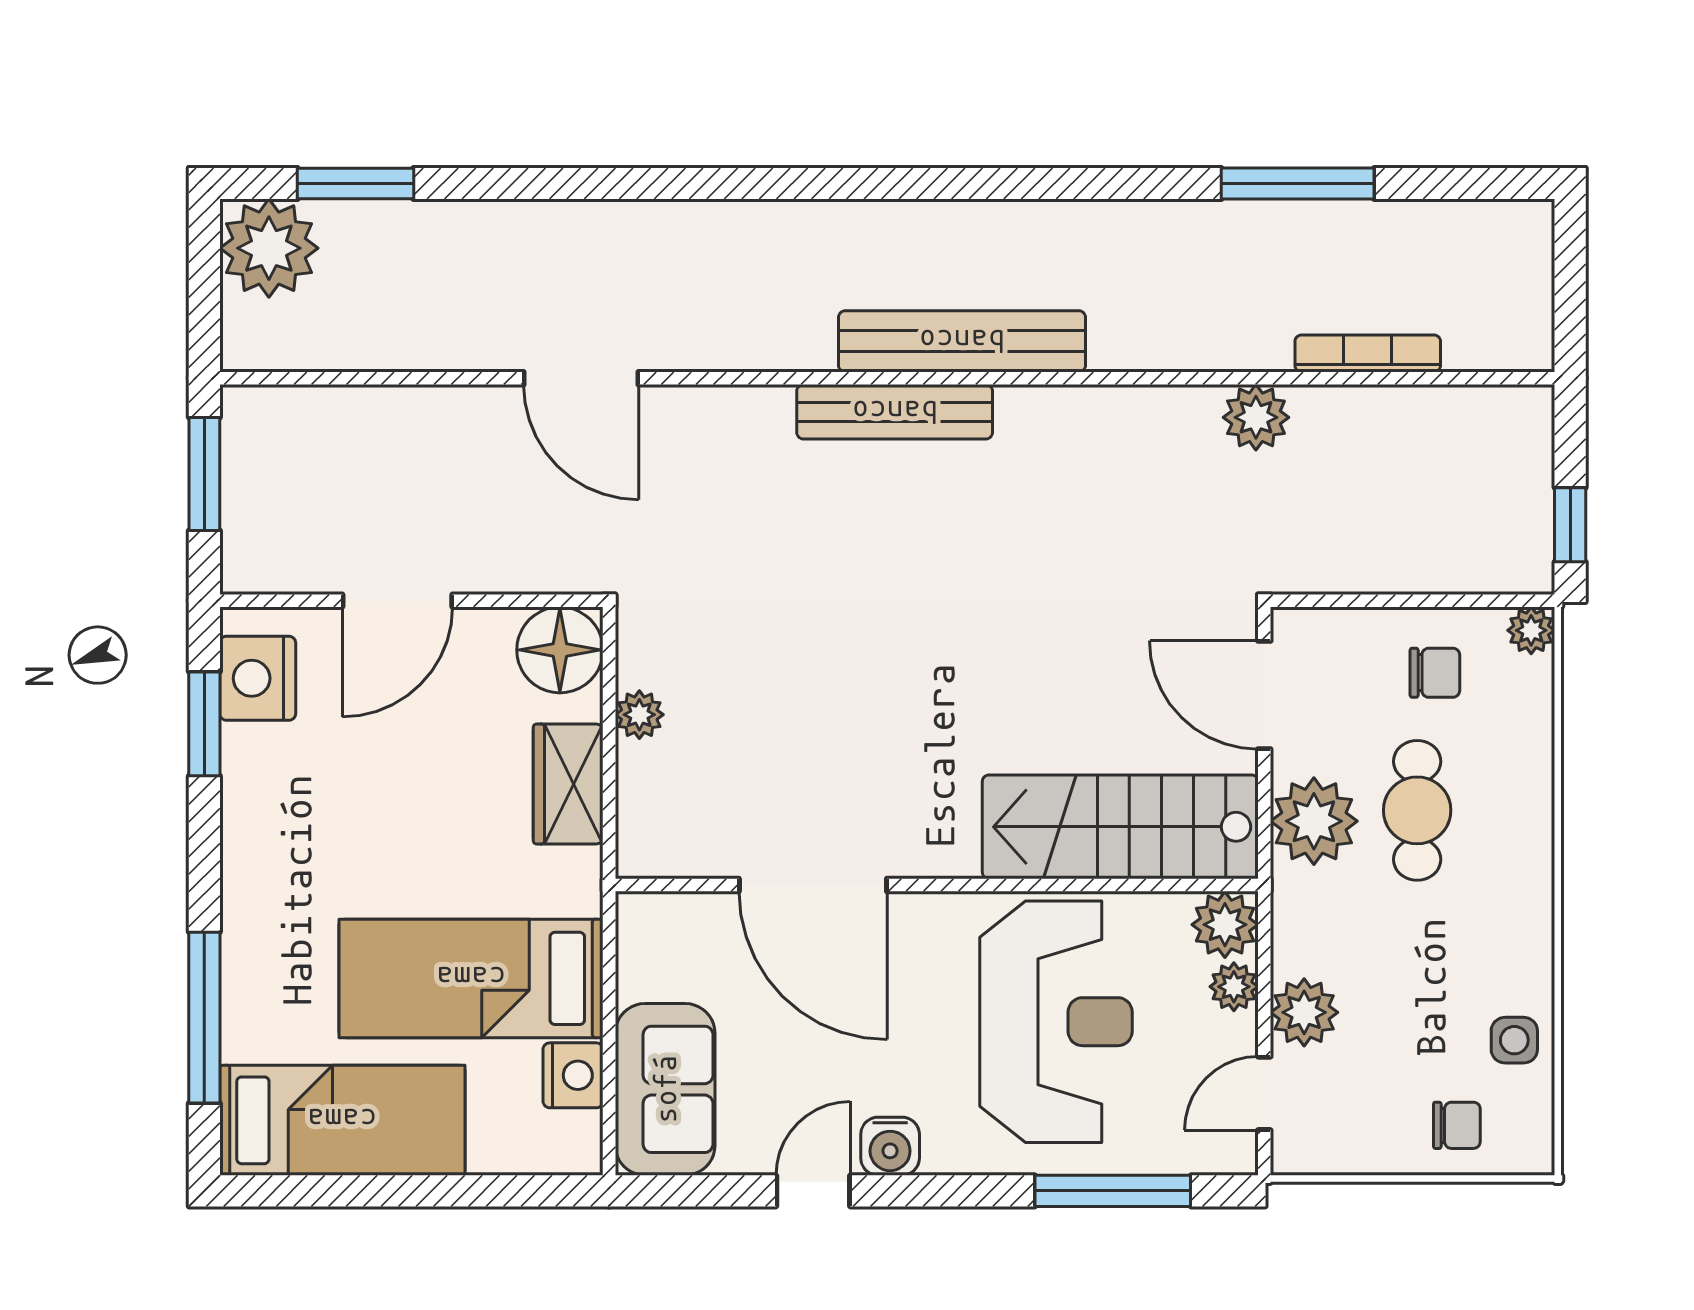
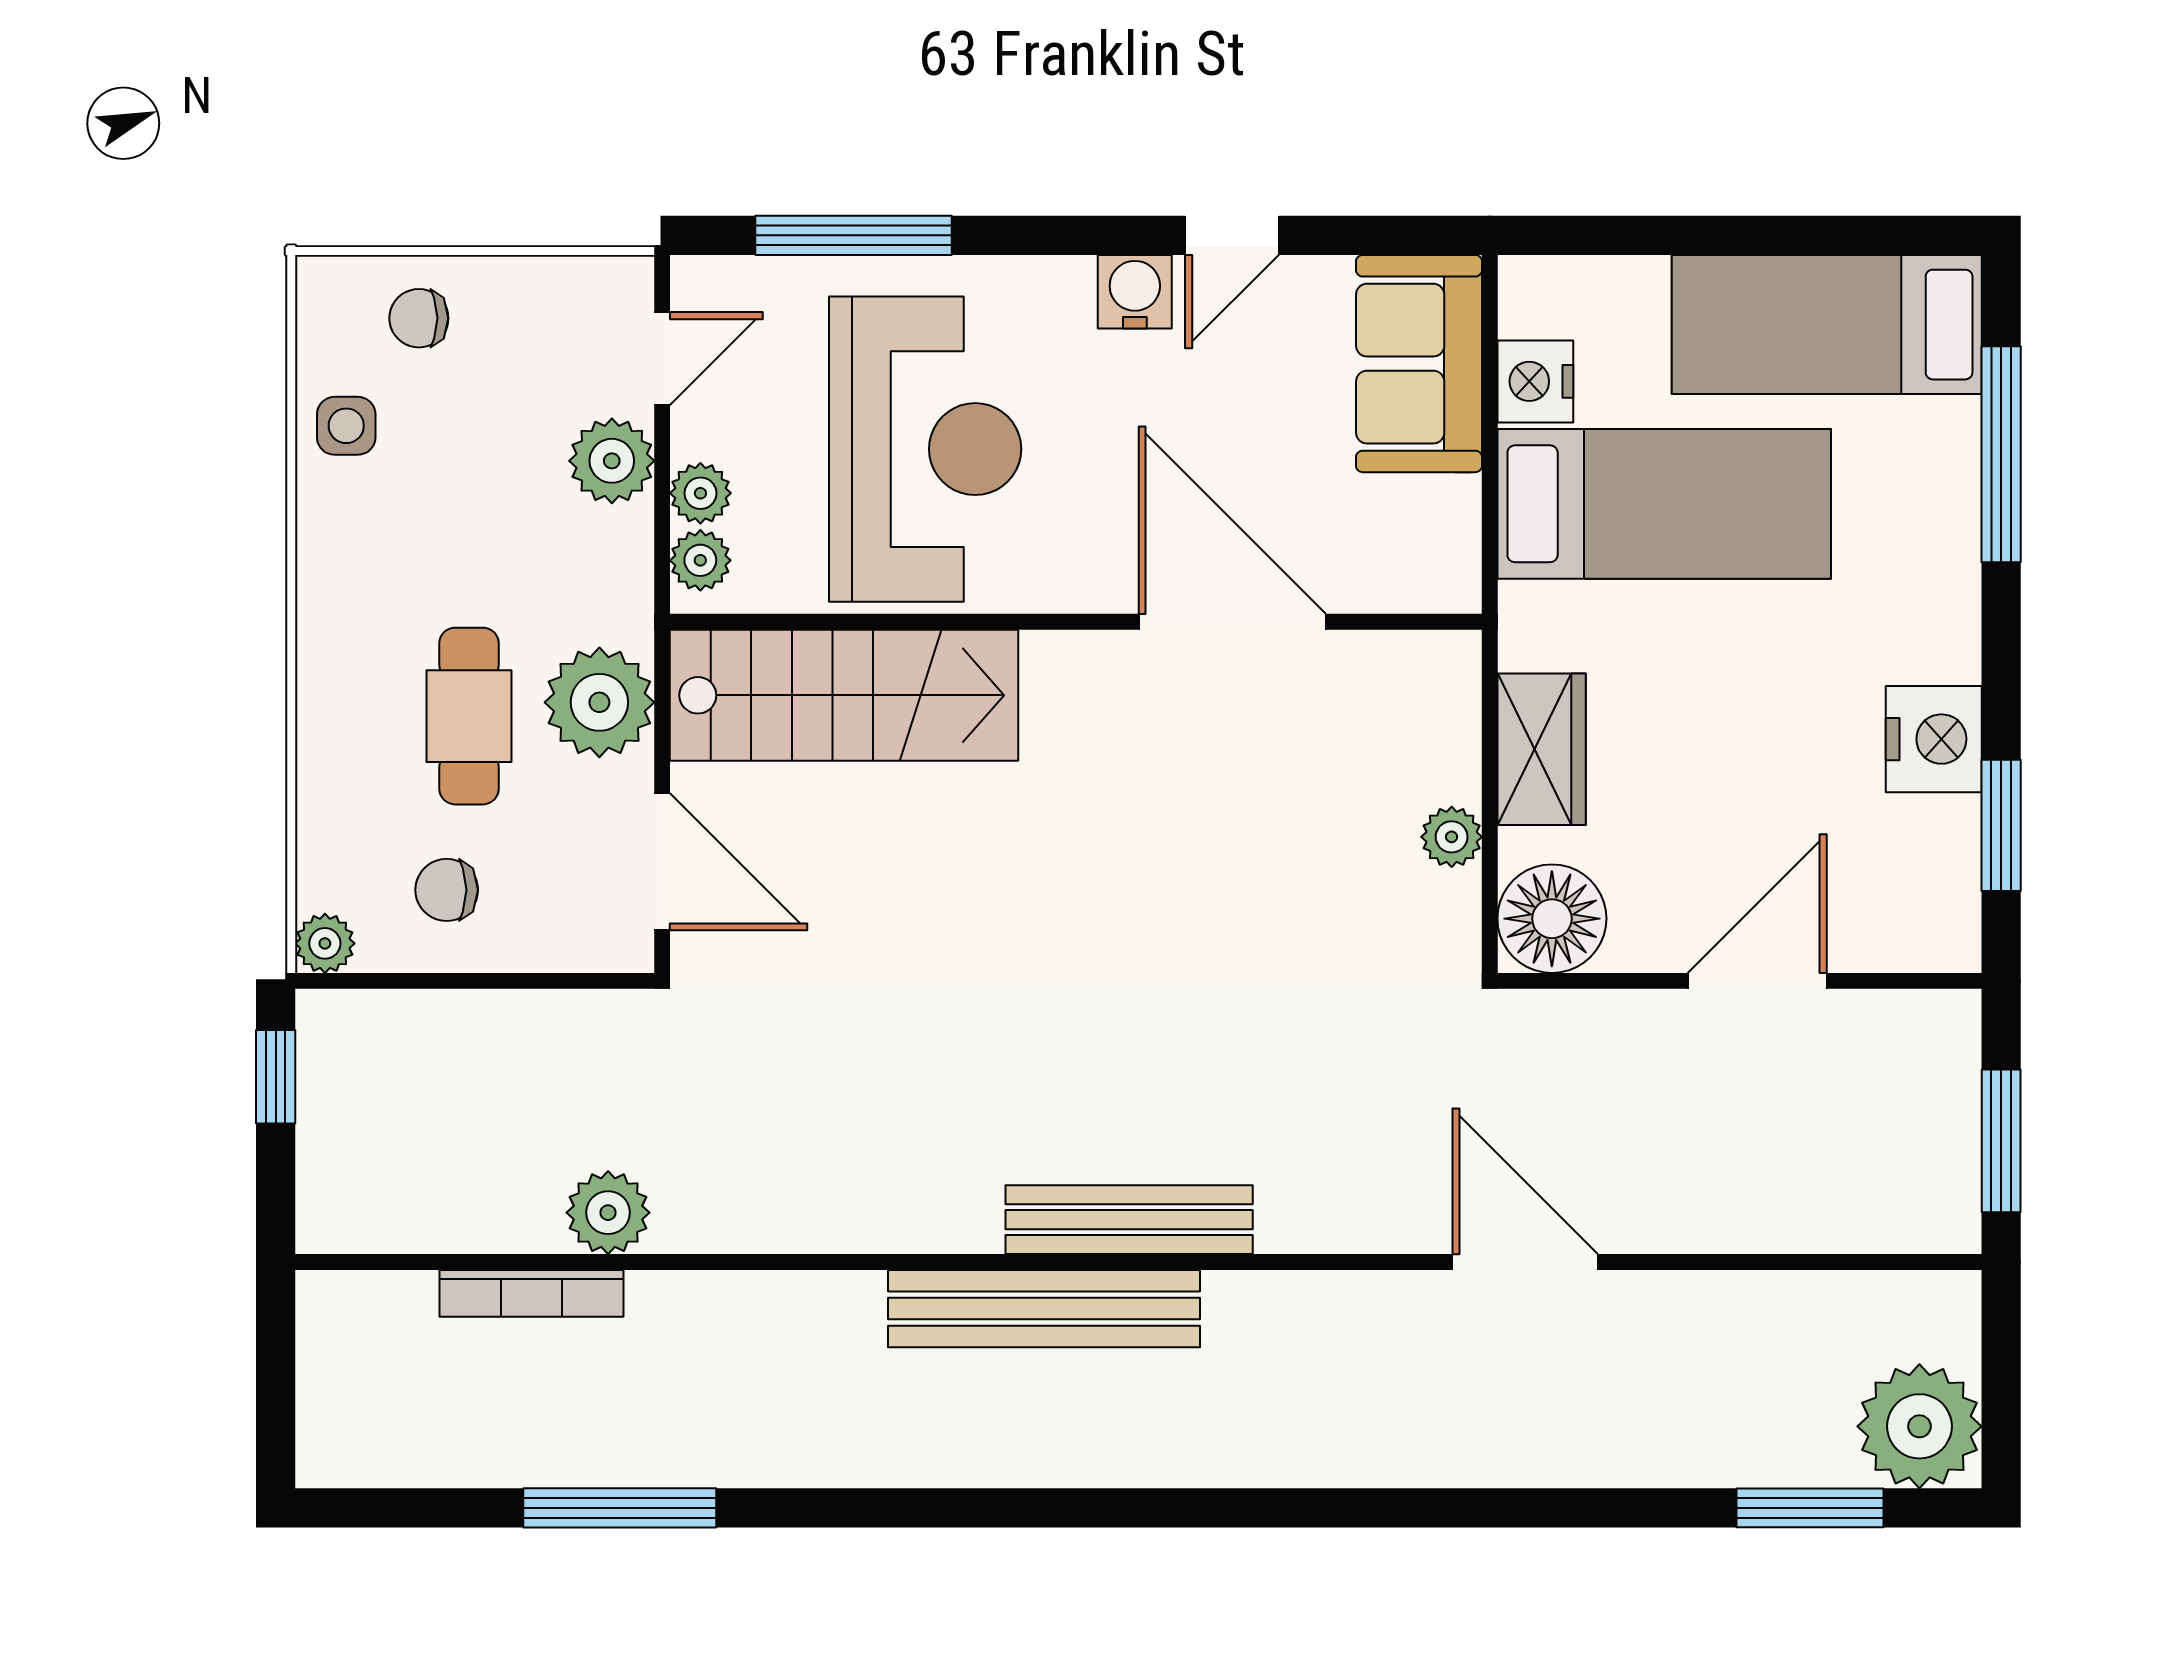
plant: (1256, 417) -> (608, 1213), moved
nightstand: (258, 678) -> (1934, 739), moved
plant: (1225, 925) -> (700, 560), width x0.73, depth x0.73
reception desk: (1056, 1022) -> (925, 449), turned 180

